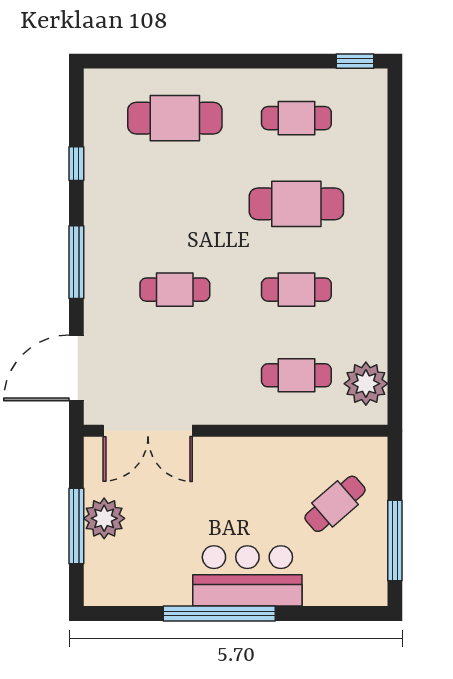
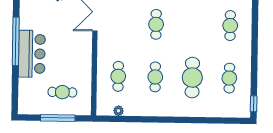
cafe table: (175, 118) -> (230, 26), width x0.73, depth x0.74
plant: (366, 384) -> (118, 111), width x0.53, depth x0.53
cafe table: (335, 504) -> (62, 92), turned -48
window: (395, 541) -> (58, 118), moved

